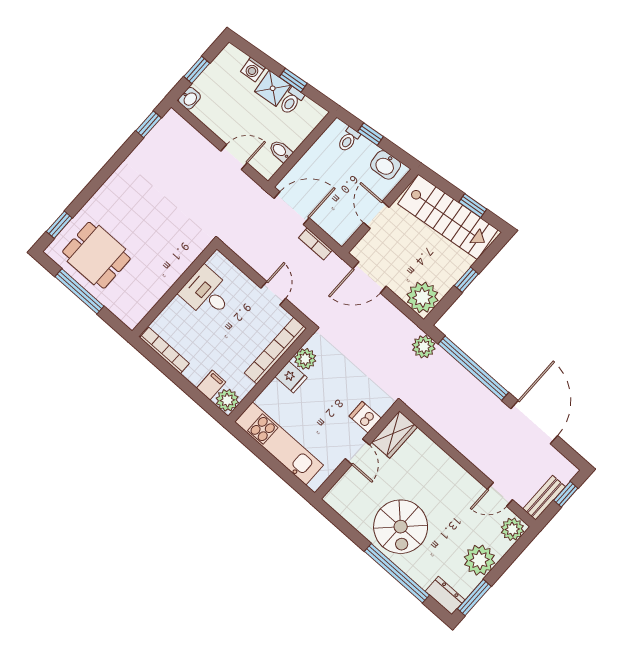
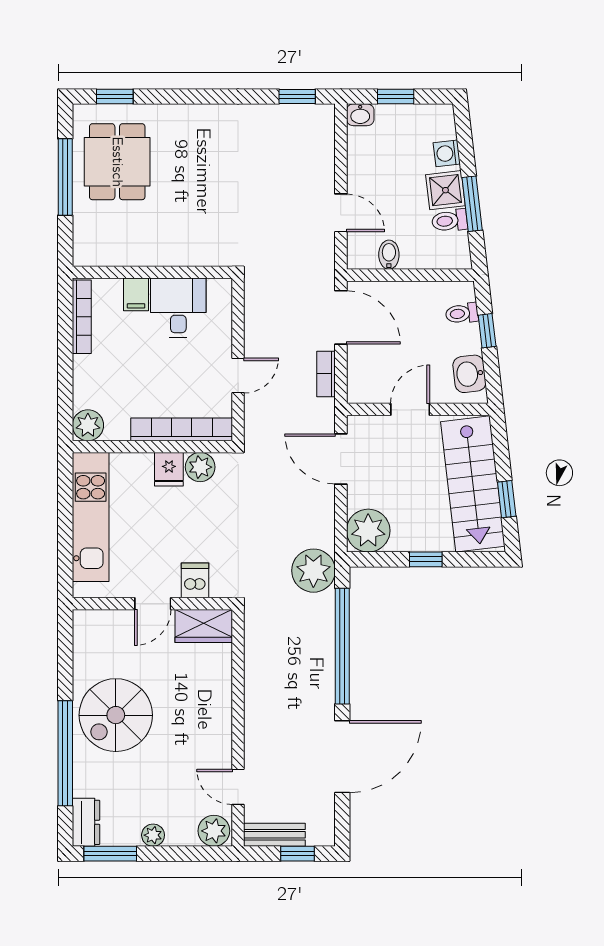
window: (293, 80) -> (472, 204), width x1.50
plant: (424, 347) -> (313, 571), width x1.36, depth x1.36
filing cabinet: (211, 385) -> (136, 294), moved, turned 90
plant: (480, 560) -> (153, 835), width x0.53, depth x0.53

